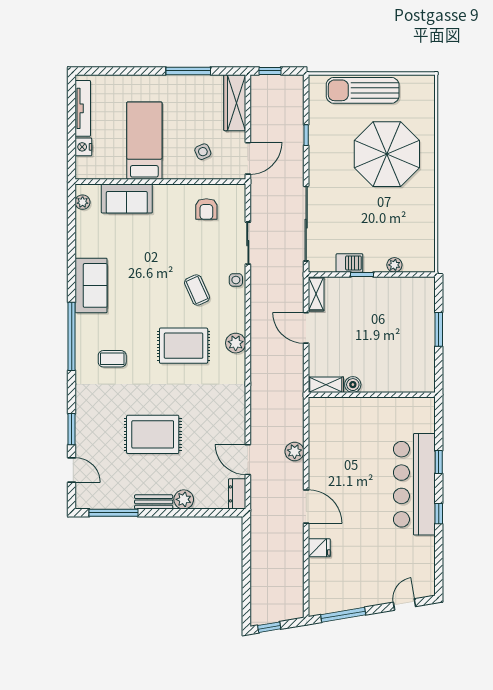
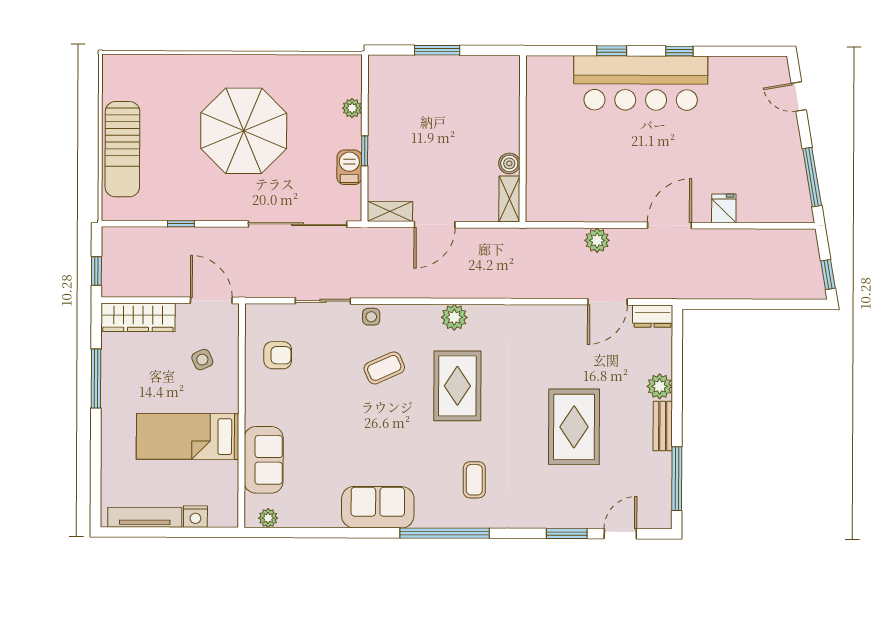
parasol: (387, 154) -> (244, 131), moved

